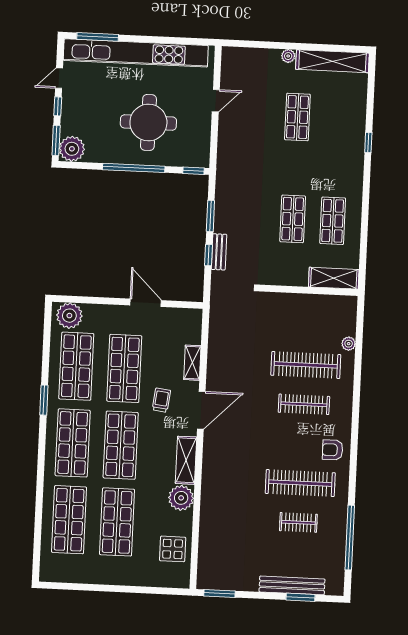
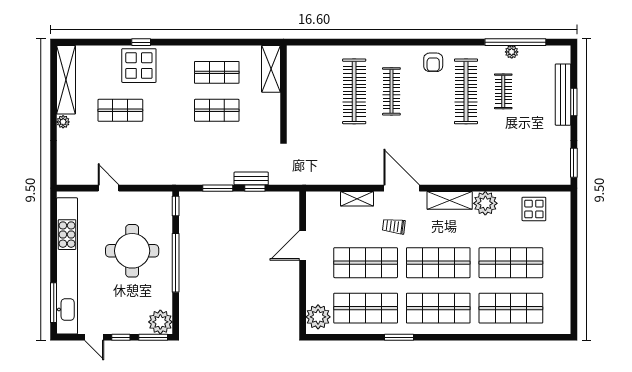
display table: (344, 139) -> (139, 66), added
plant: (349, 344) -> (512, 52), moved
window: (301, 597) -> (574, 102), moved

